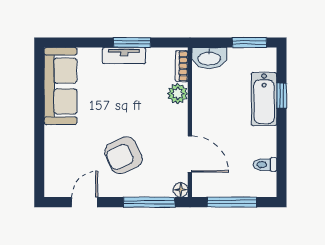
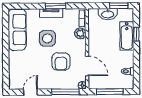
washbasin: (209, 58) -> (108, 14), moved
side table: (117, 103) -> (47, 38), added
armchair: (123, 155) -> (61, 61), moved, turned -65

